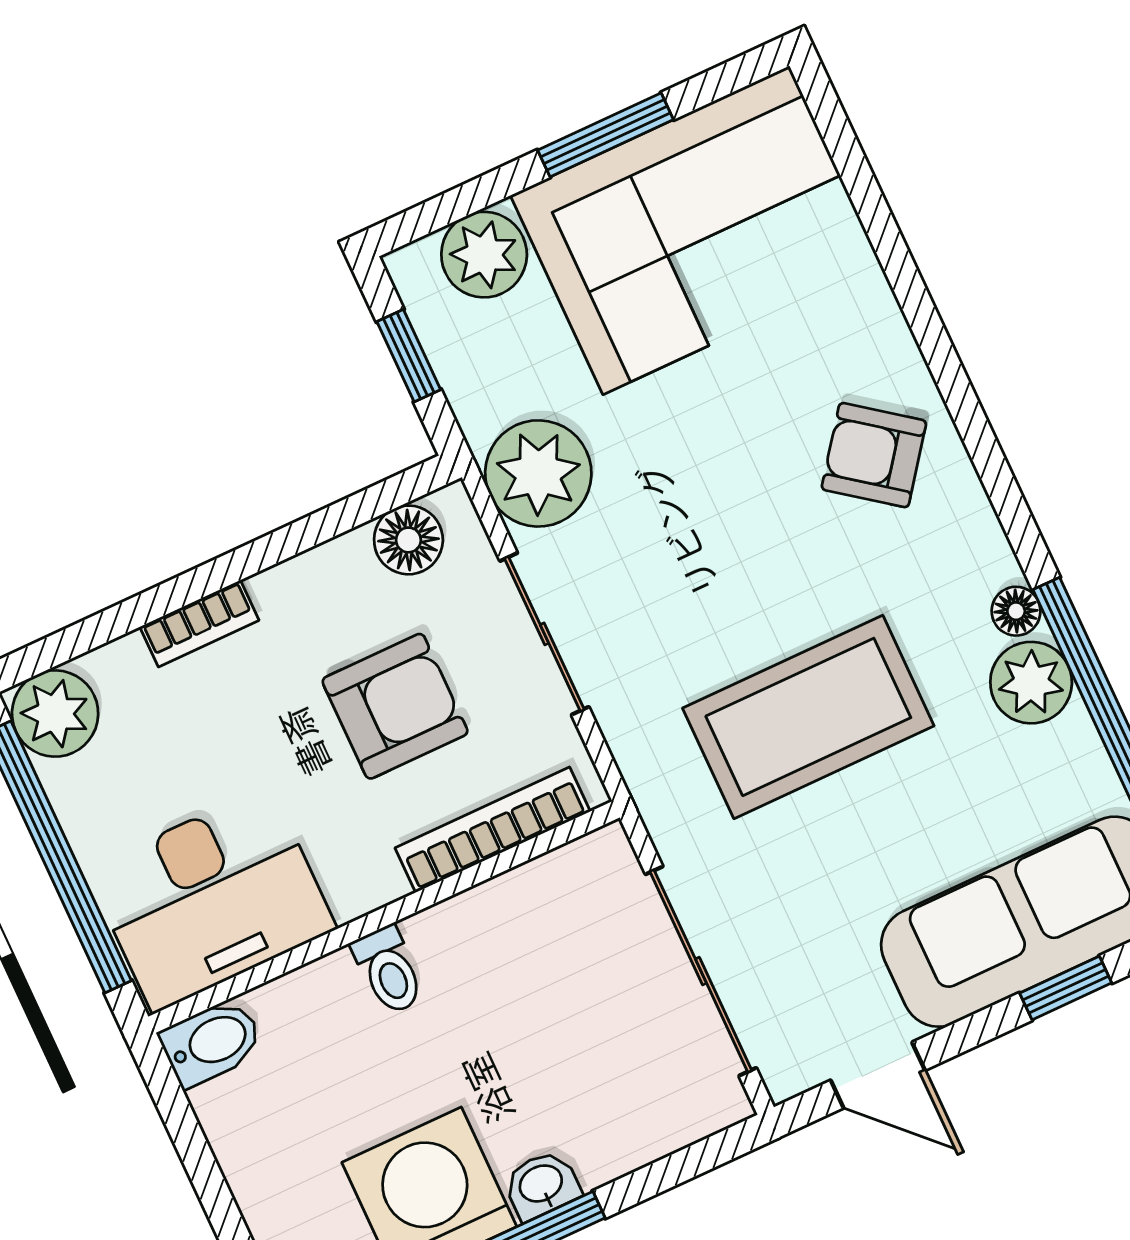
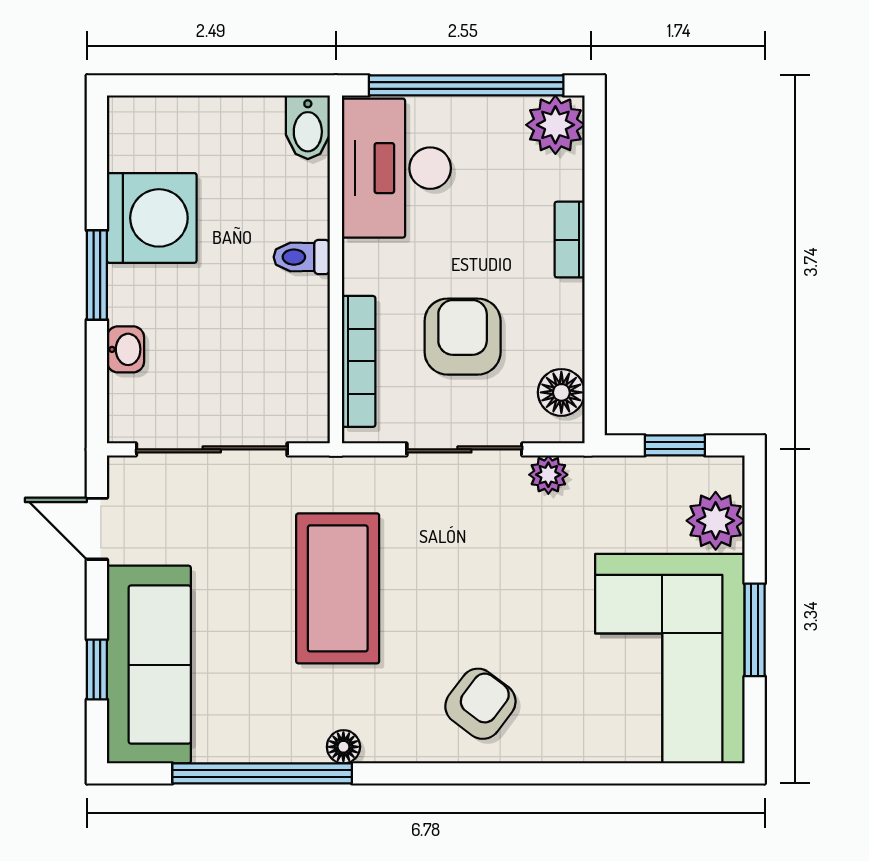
plant: (538, 473) -> (548, 475), width x0.53, depth x0.53
plant: (1031, 683) -> (295, 736), removed
armchair: (395, 706) -> (463, 337), turned 180
door: (878, 1075) -> (97, 529), hinge flipped
washbasin: (541, 1185) -> (125, 349), moved

